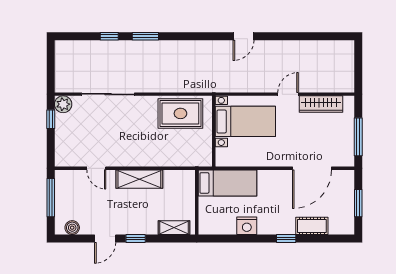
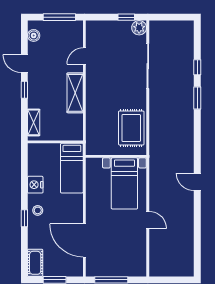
wardrobe: (321, 104) -> (139, 248), removed
stool: (277, 223) -> (38, 210), added
cot: (312, 226) -> (35, 263), moved

